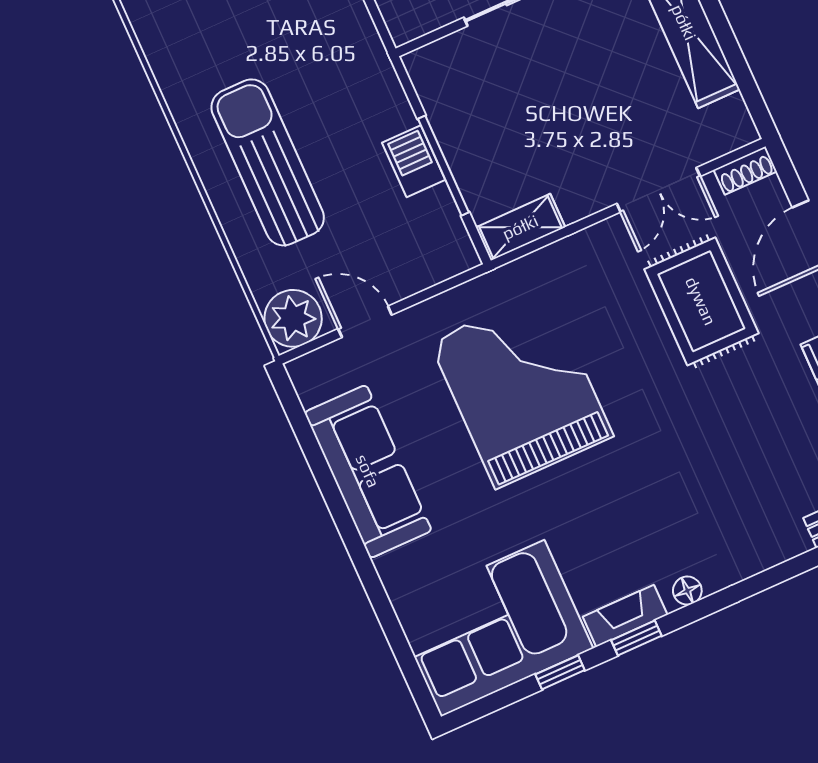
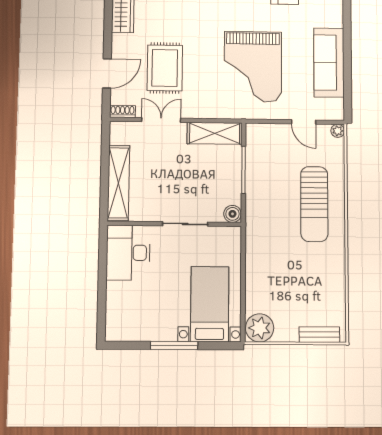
boiler: (425, 66) -> (232, 214), added
barbecue: (414, 161) -> (255, 177), removed
shelving: (520, 227) -> (215, 133), width x1.50, depth x1.33
plant: (293, 318) -> (338, 131), width x0.53, depth x0.53

